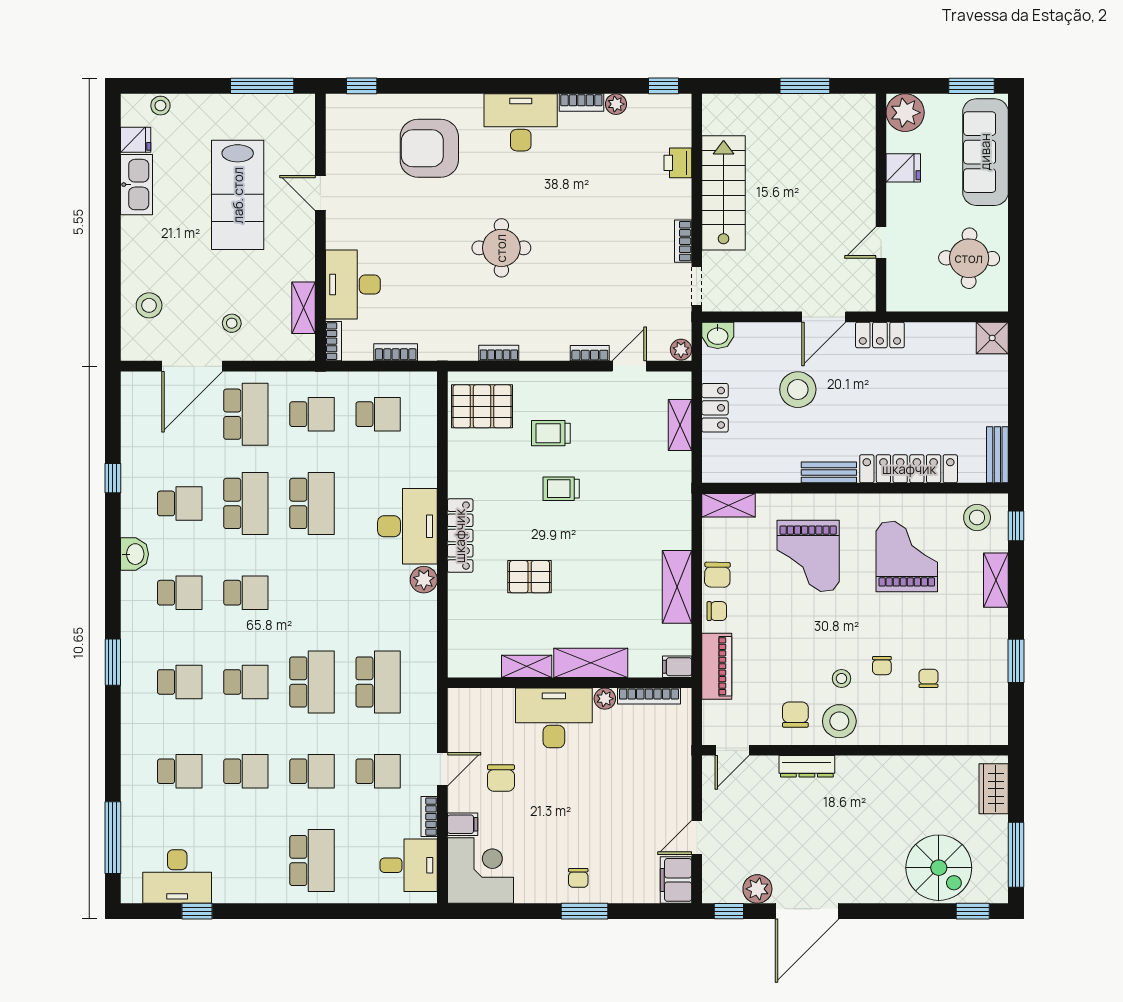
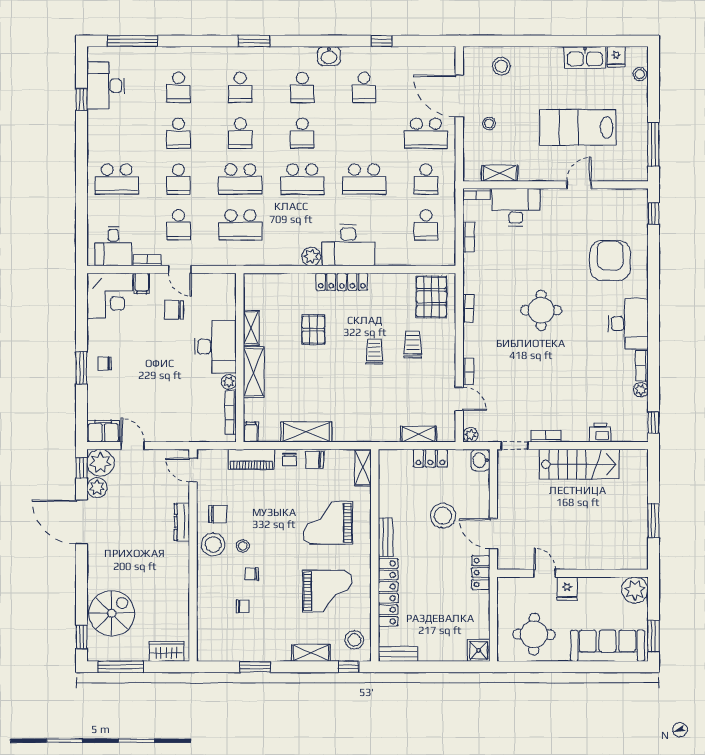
fridge: (903, 168) -> (567, 589), moved
school desk: (246, 503) -> (302, 179), moved
spiral stairs: (939, 868) -> (112, 613), turned 180
plant: (721, 884) -> (100, 463), added

